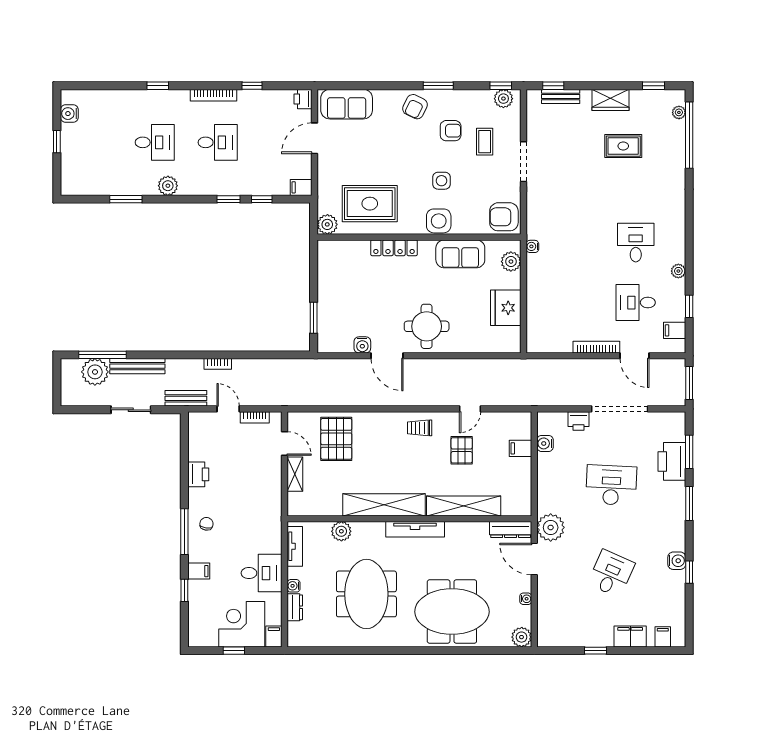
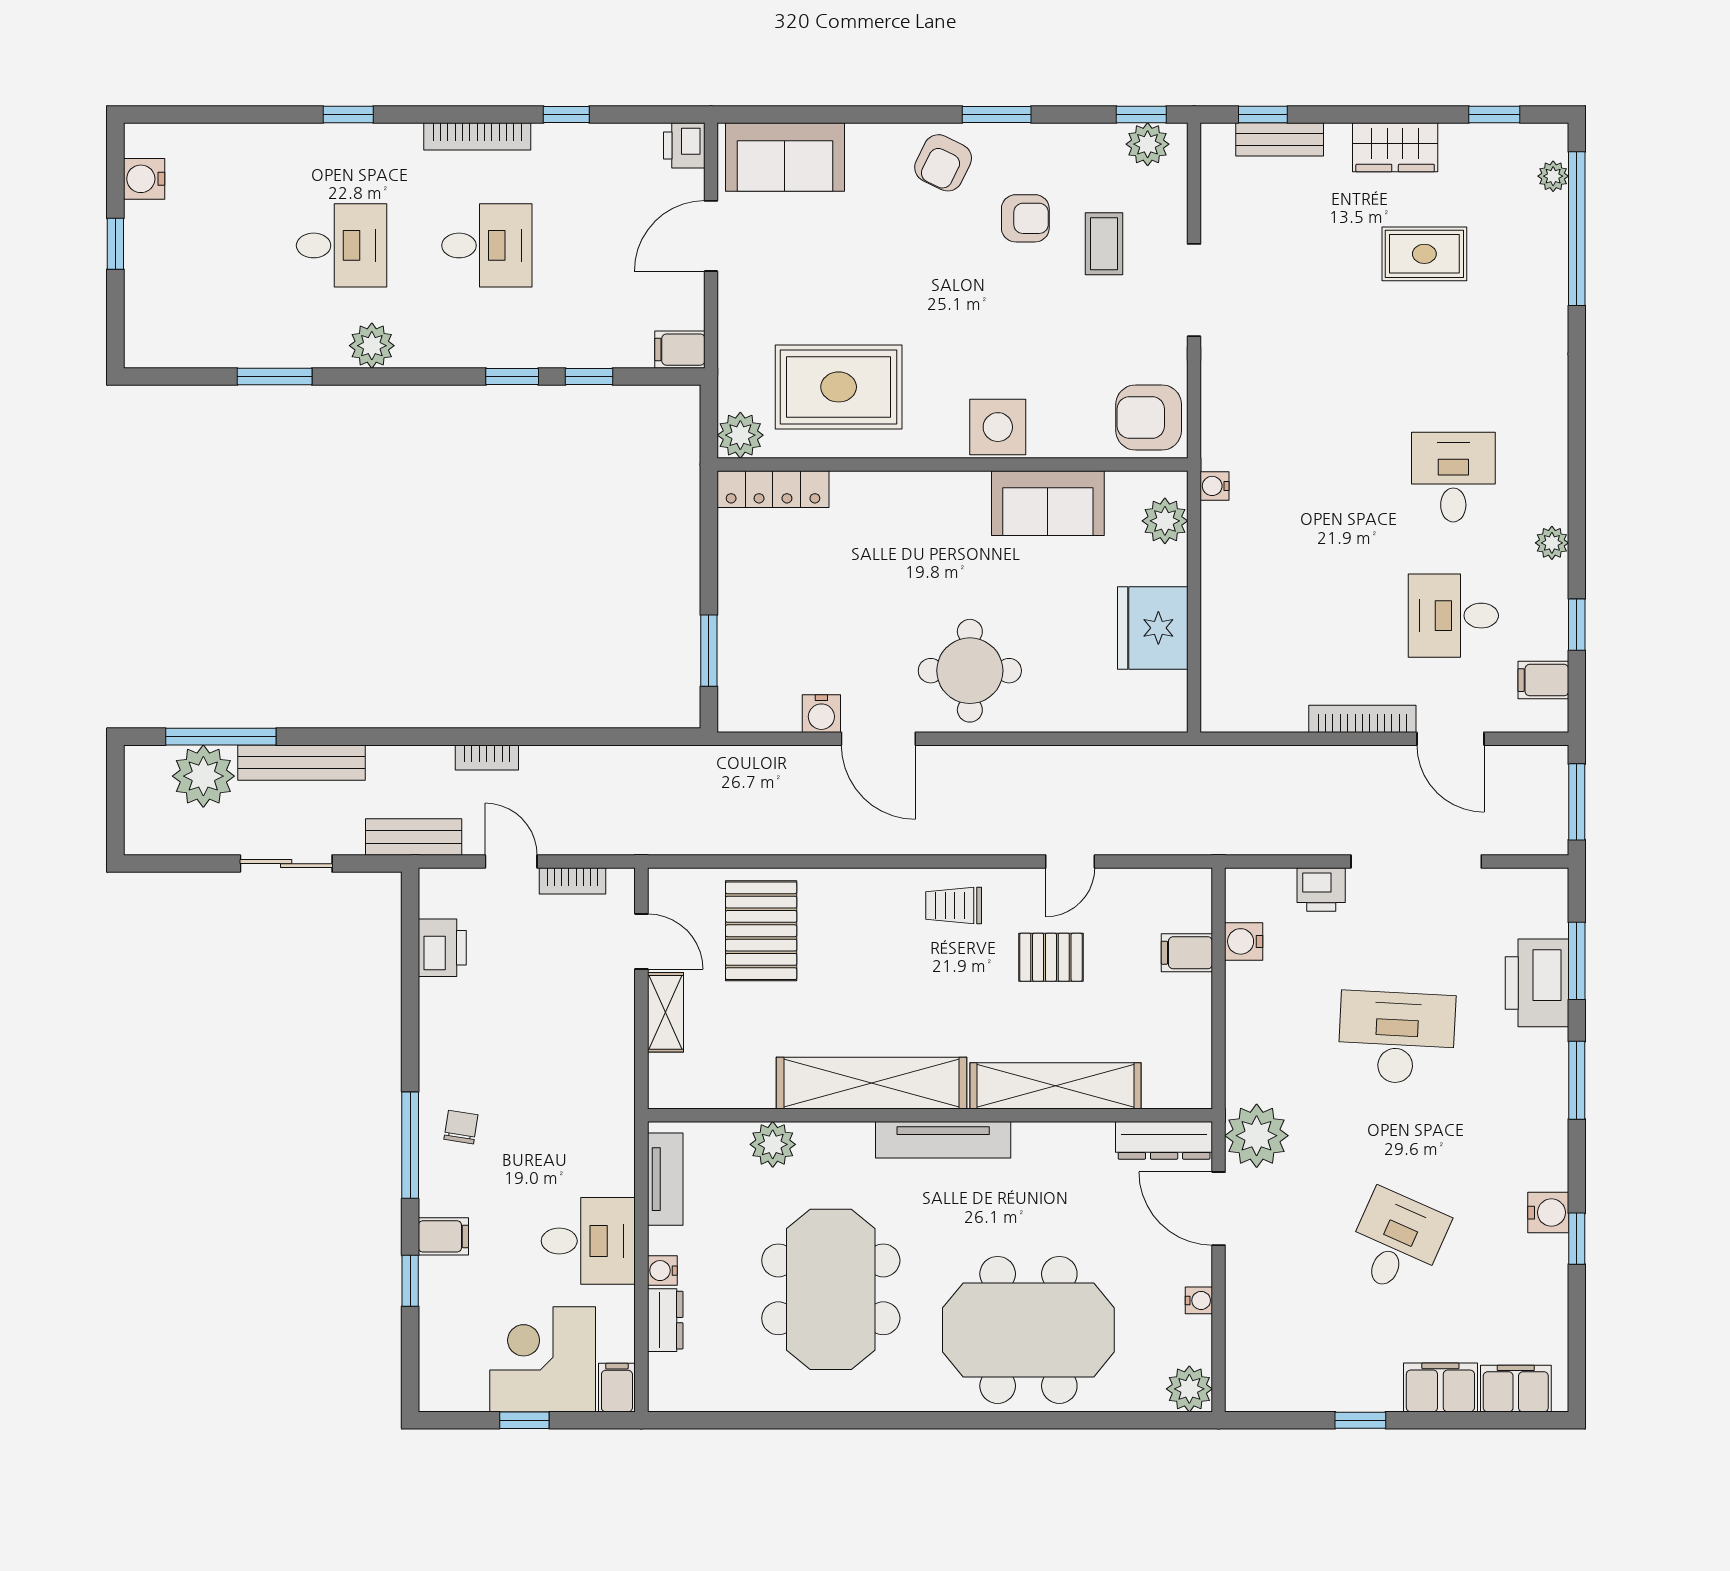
side table: (441, 181) -> (1004, 334), removed
locker: (394, 248) -> (773, 489), moved
pallet: (462, 450) -> (1051, 957), turned 90
printer: (198, 474) -> (442, 948), moved
filing cabinet: (663, 637) -> (1516, 1389), width x2.00

